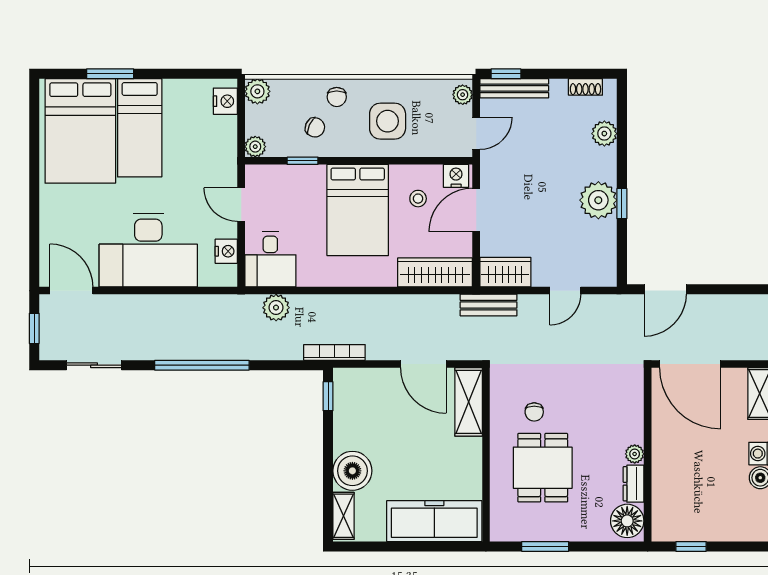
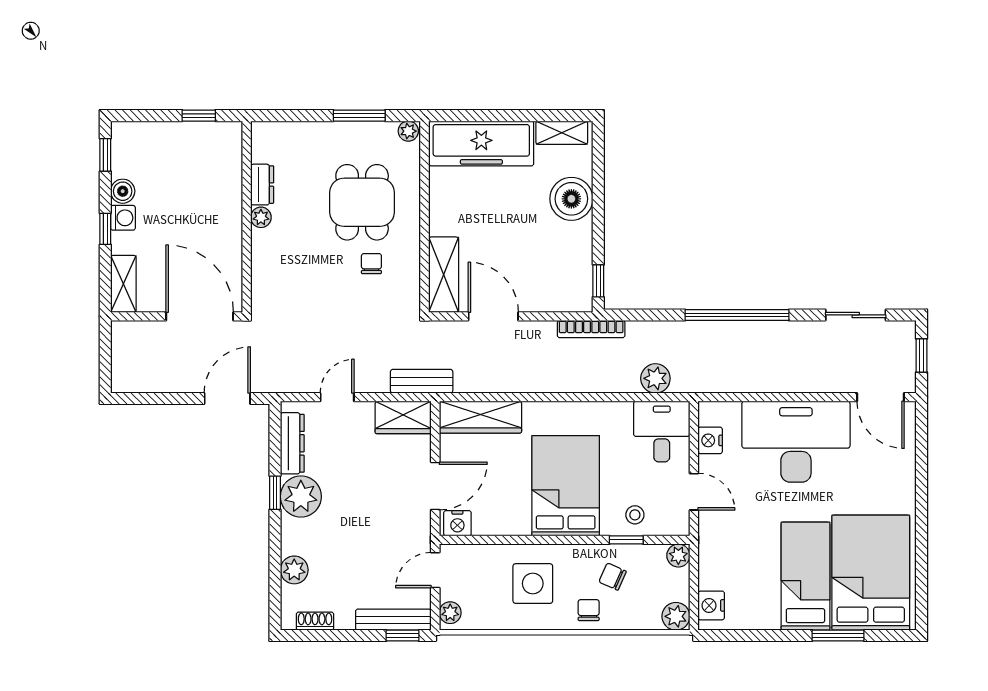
stool: (418, 199) -> (635, 515), moved
dresser: (606, 249) -> (292, 443), added
shelving: (344, 516) -> (562, 133), moved, turned 90
floor lamp: (627, 521) -> (269, 144), removed
plant: (501, 532) -> (408, 131), added

